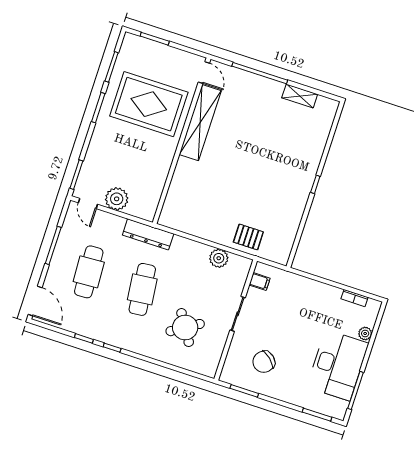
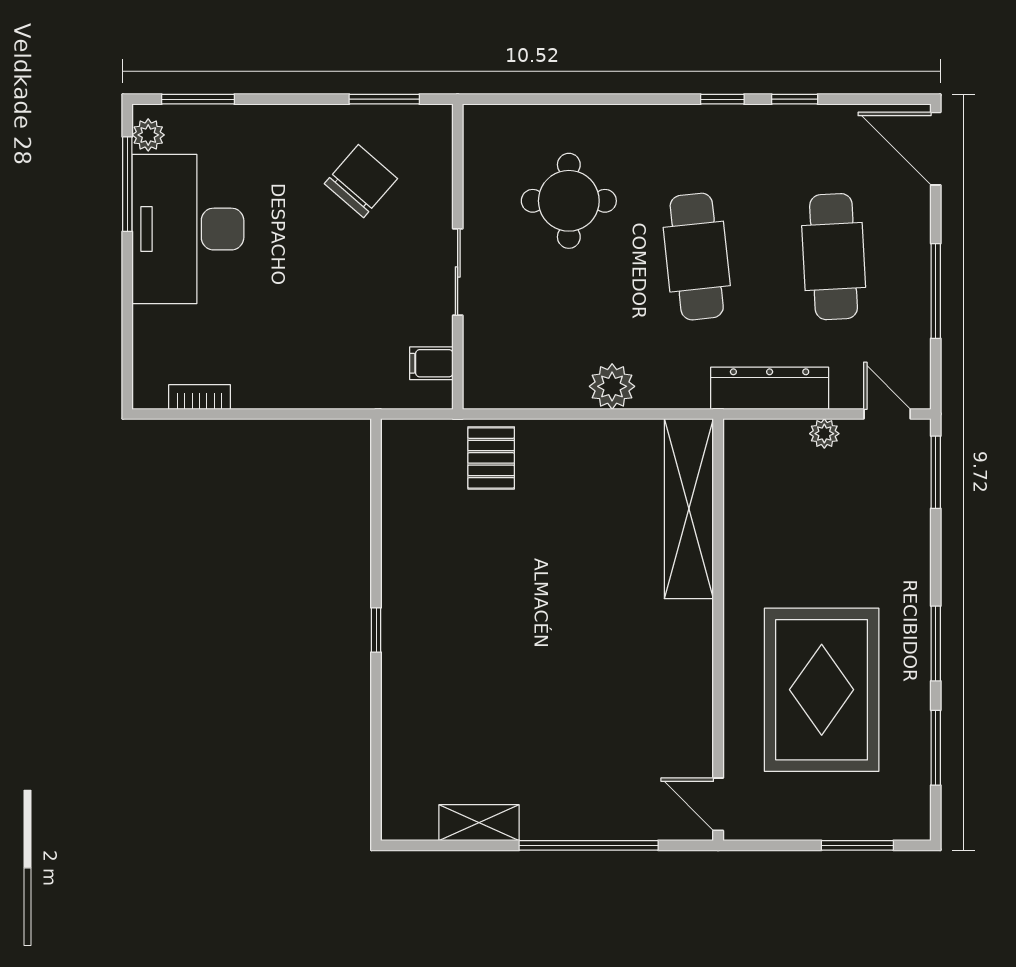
rug: (149, 104) -> (822, 690), turned 90
shelving: (200, 123) -> (689, 509), moved
plant: (117, 199) -> (824, 434), width x0.53, depth x0.53
dresser: (148, 234) -> (770, 388), moved
pallet: (248, 237) -> (491, 458), turned 90
plant: (219, 258) -> (612, 386), moved
round table: (185, 328) -> (569, 201), turned 32
plant: (365, 333) -> (148, 135), moved

